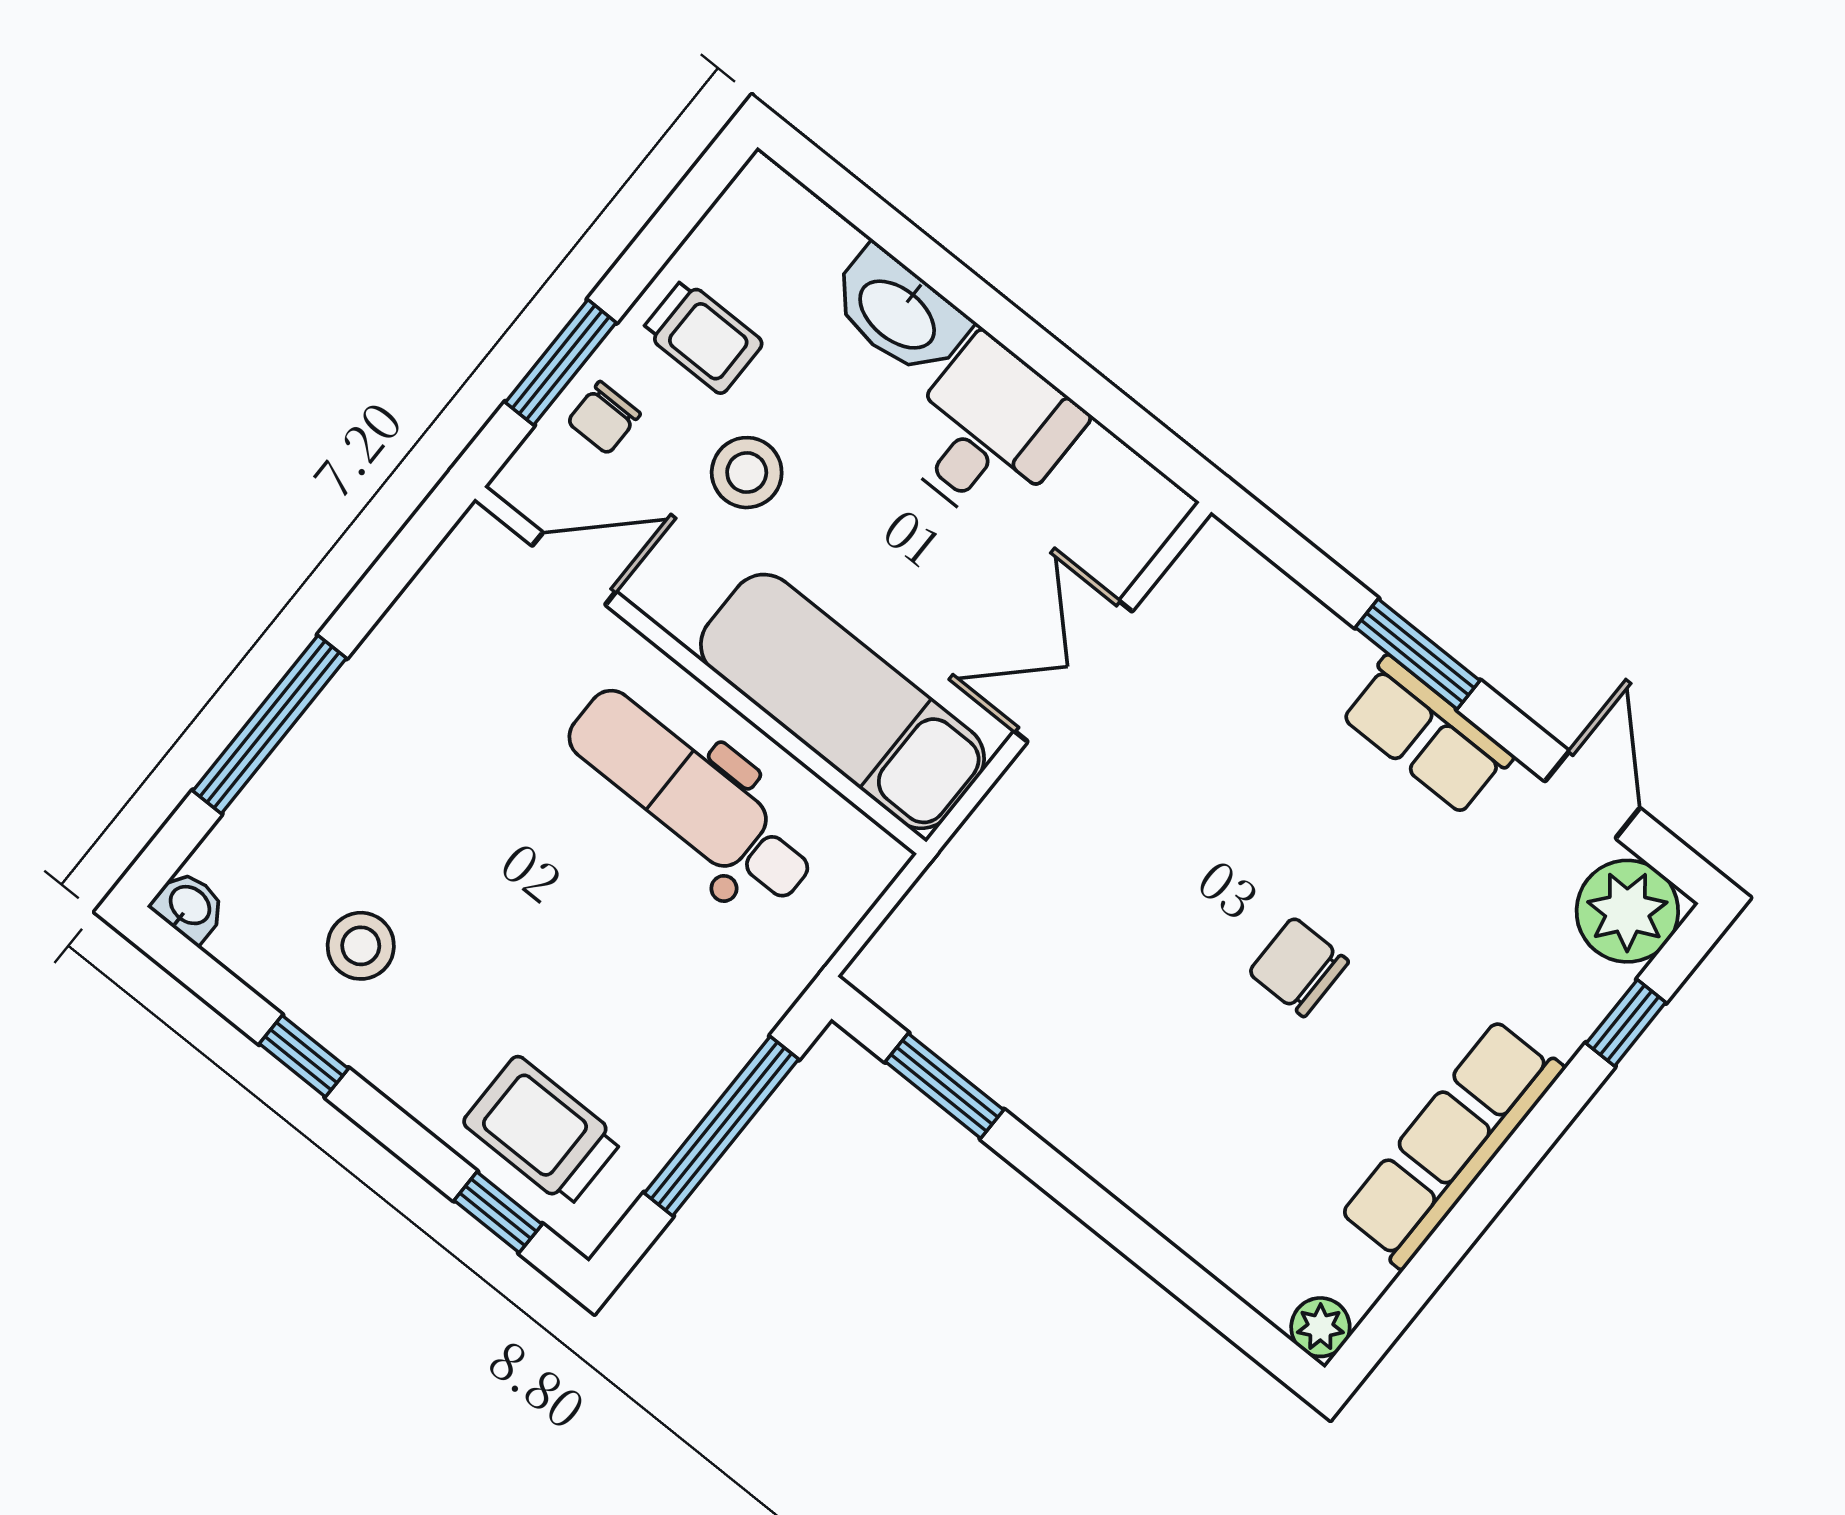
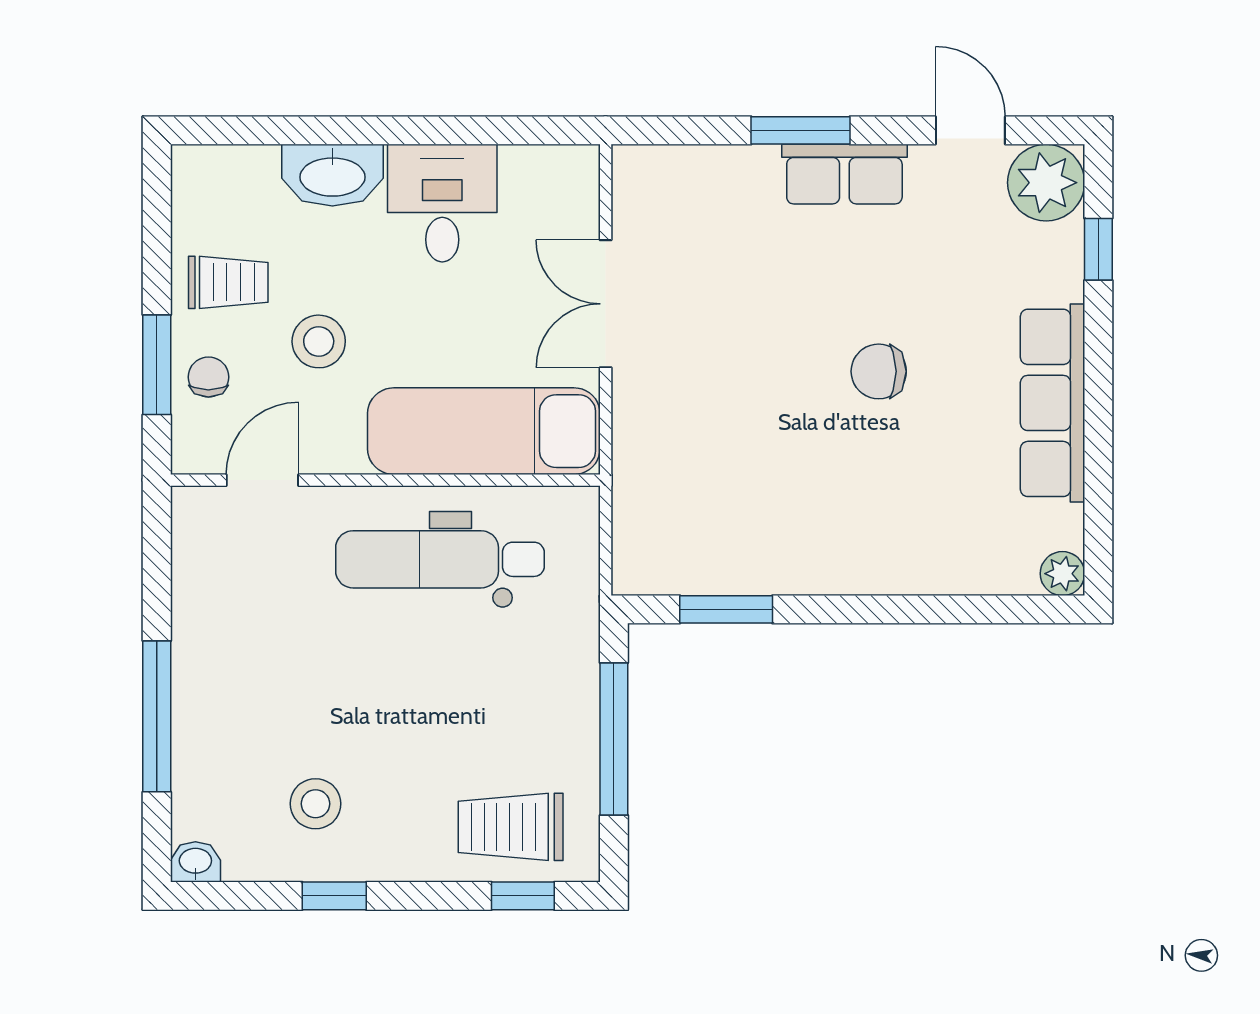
chair: (604, 418) -> (208, 377), turned 180

